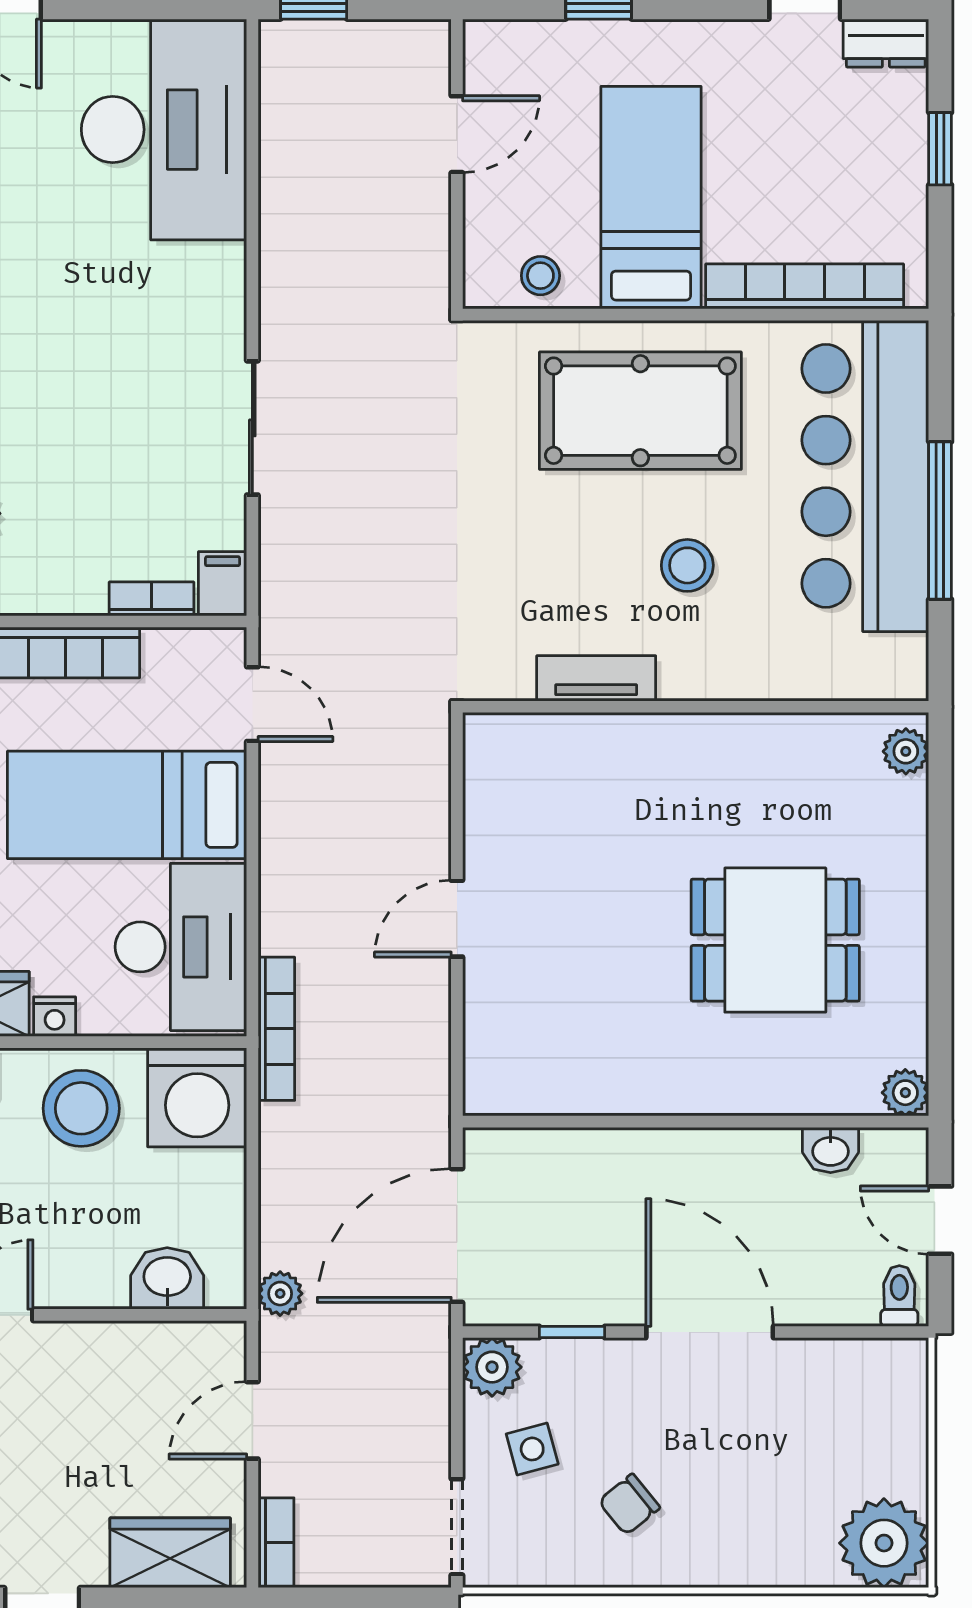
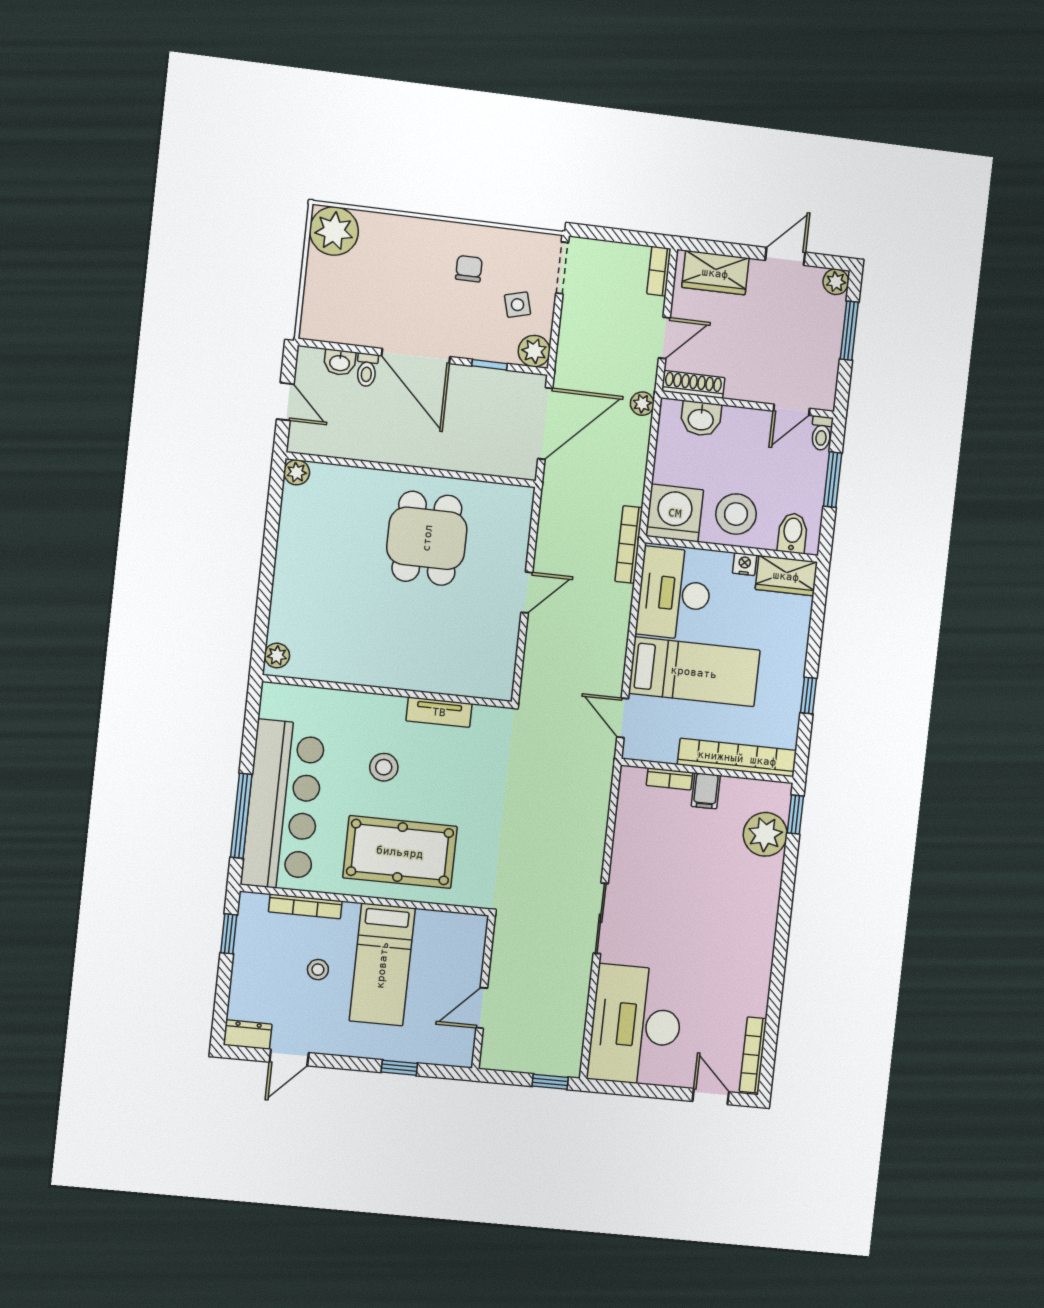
window: (940, 149) -> (229, 934), moved
stool: (540, 276) -> (318, 970), moved
bookcase: (805, 286) -> (305, 906), width x0.68, depth x0.76
sliding door: (252, 428) -> (601, 918), moved
window: (940, 521) -> (241, 816), moved
filing cabinet: (223, 584) -> (706, 791), moved
dining table: (775, 940) -> (427, 538), moved, turned 90
washbasin: (831, 1150) -> (340, 362), moved, turned 180
toilet: (899, 1296) -> (367, 370), moved
shoe rack: (189, 1340) -> (693, 384), added
chair: (629, 1504) -> (469, 269), turned -51

